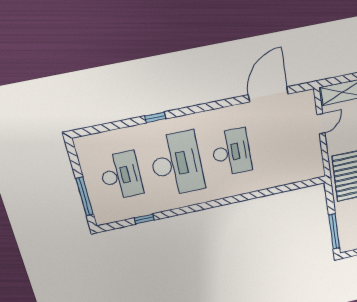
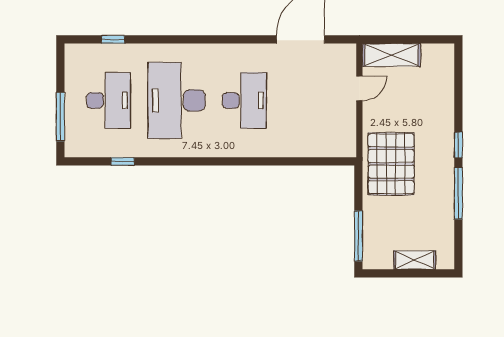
window: (155, 117) -> (113, 39), moved
desk: (177, 164) -> (176, 100), turned 180

